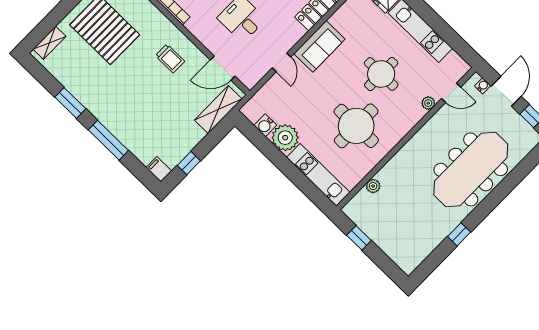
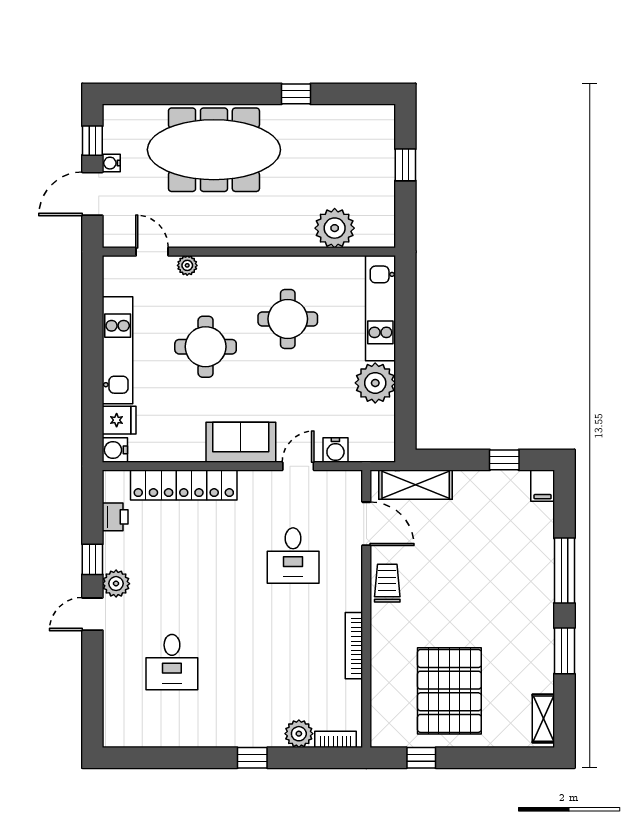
shelving: (49, 43) -> (543, 719), moved, turned 90
trolley: (170, 58) -> (387, 583), moved
water cooler: (483, 86) -> (111, 163), moved
water cooler: (265, 125) -> (335, 450), moved, turned 90
round table: (356, 126) -> (288, 319), width x0.73, depth x0.73
plant: (373, 186) -> (335, 228), width x1.88, depth x1.88
window: (359, 238) -> (405, 165), moved

